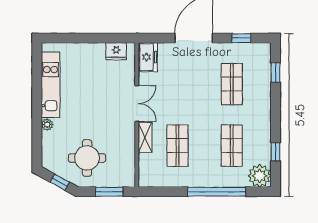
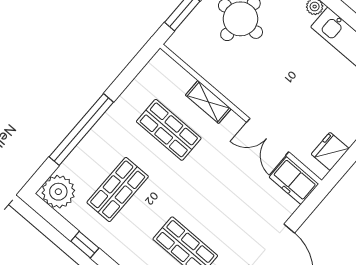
double door: (137, 104) -> (268, 137), moved
shop shelf: (232, 146) -> (118, 189), turned 90
window: (275, 152) -> (85, 245), moved

